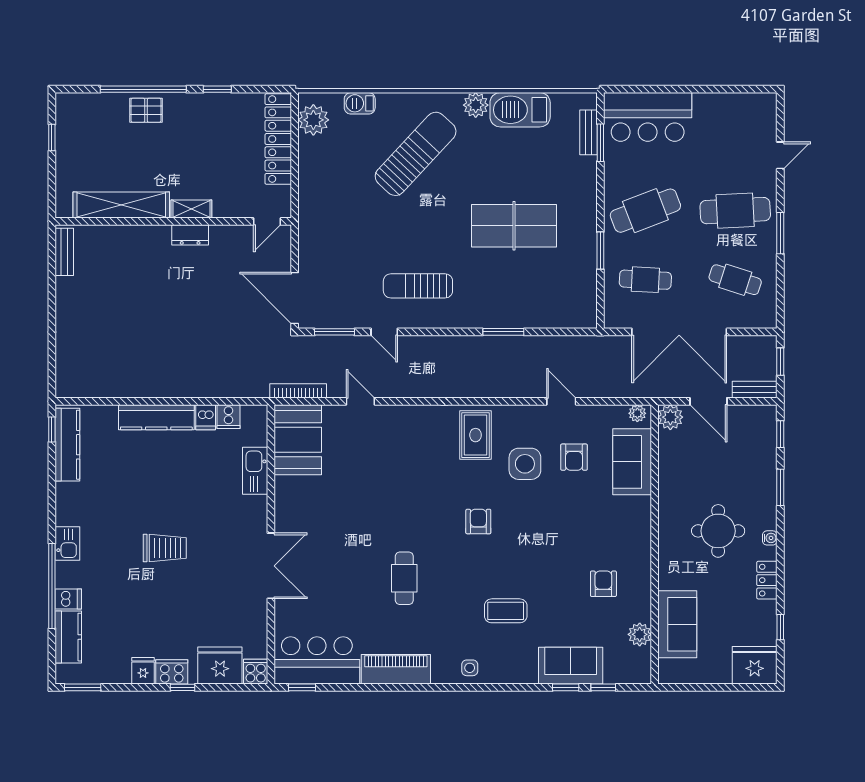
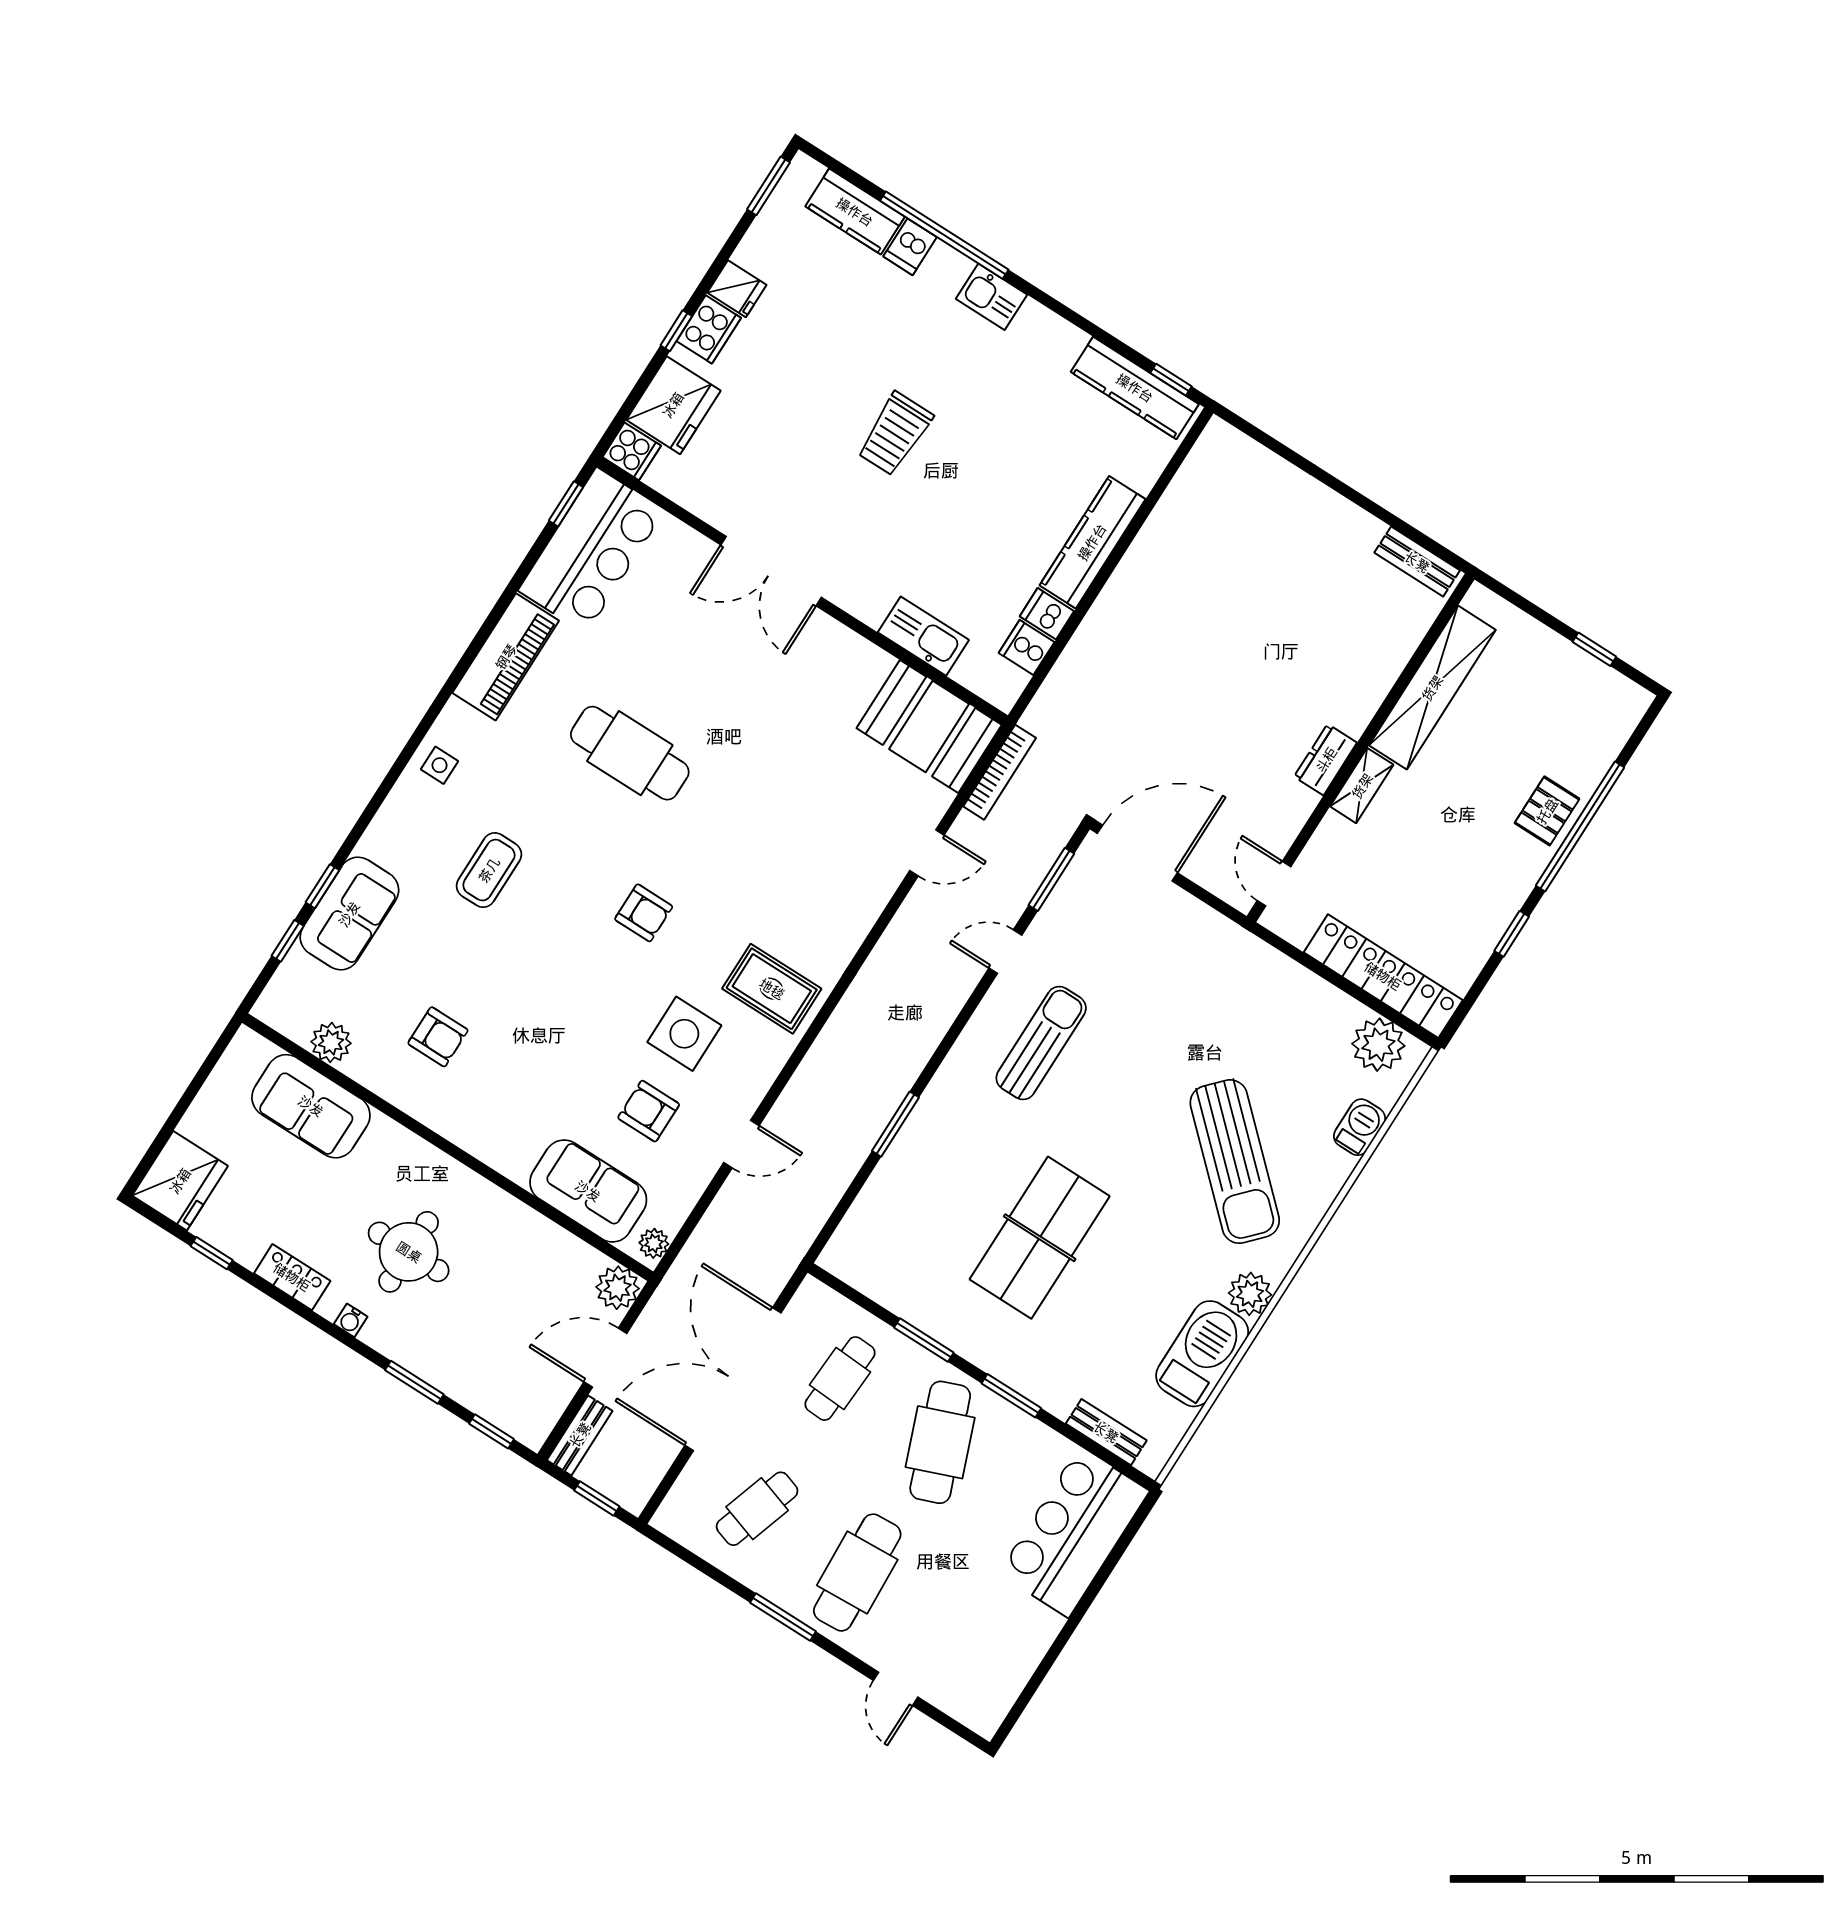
window: (600, 143) -> (1011, 1396), moved
cafe table: (404, 578) -> (630, 753), width x1.37, depth x1.35

